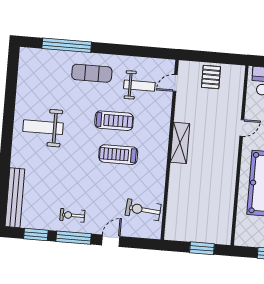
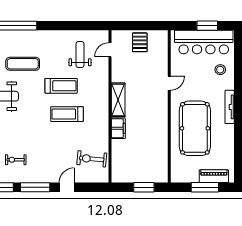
exercise mat: (92, 73) -> (23, 64), moved
weight bench: (139, 86) -> (80, 55), turned -90
filing cabinet: (177, 176) -> (118, 128), added
exercise bike: (72, 215) -> (16, 160), moved

